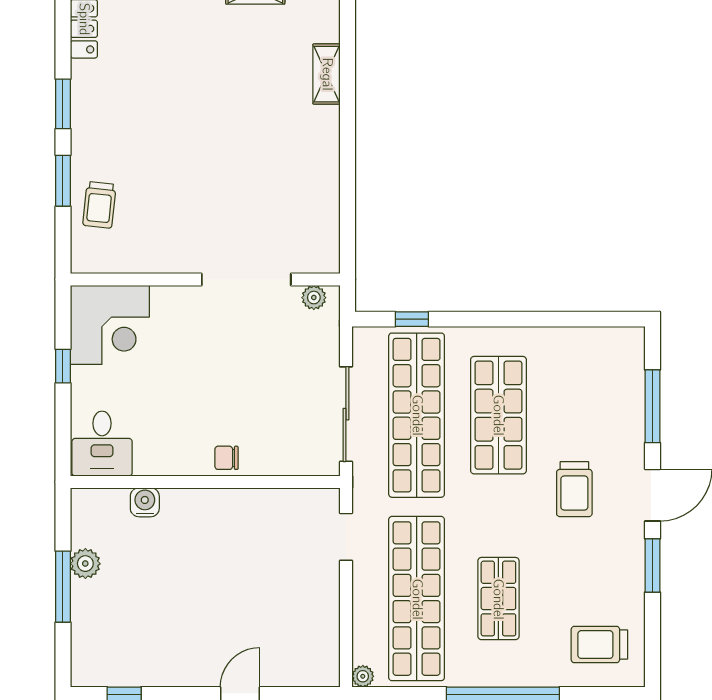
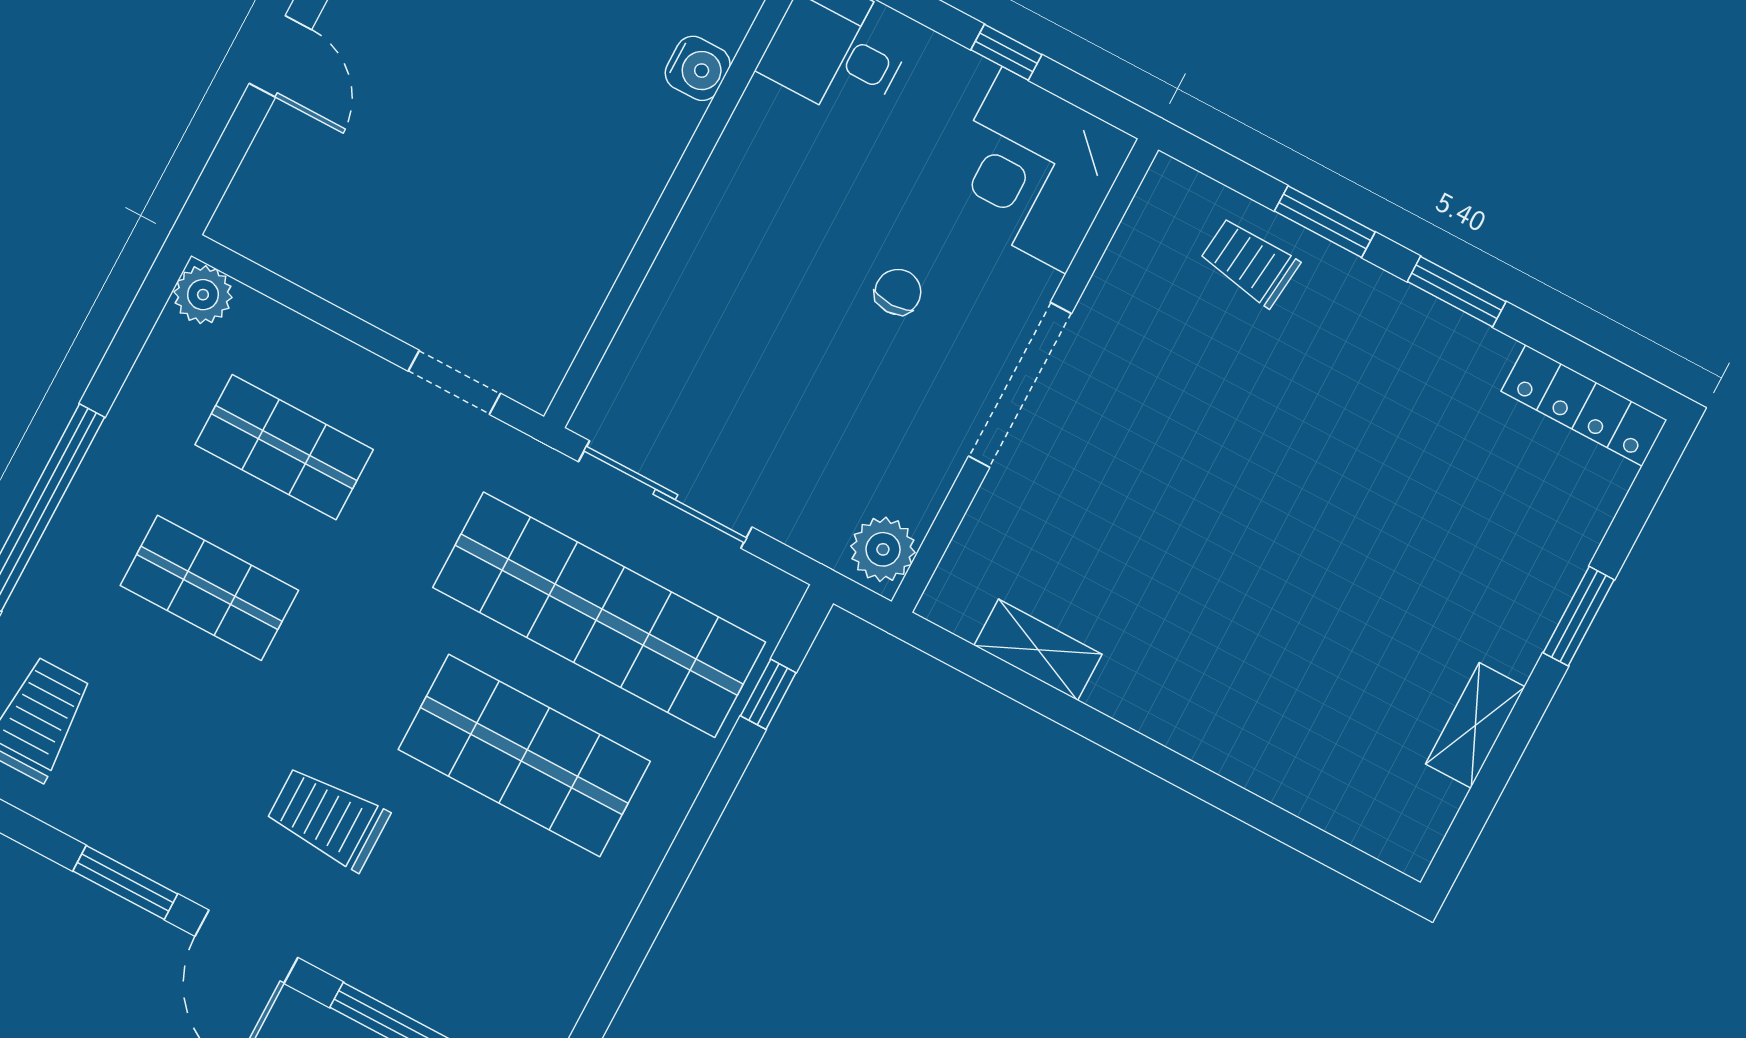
shelving: (327, 74) -> (1038, 650), moved
doorway: (246, 280) -> (1020, 385), moved
plant: (314, 298) -> (883, 549), width x1.38, depth x1.38
chair: (227, 458) -> (898, 292), moved
shop shelf: (417, 599) -> (284, 447), width x0.50, depth x0.74
plant: (363, 676) -> (203, 295), width x1.38, depth x1.38

